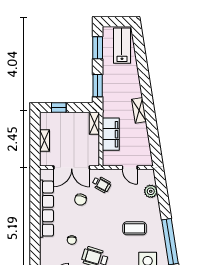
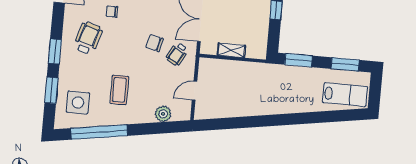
shelving: (139, 110) -> (264, 108), removed
shelving: (94, 123) -> (231, 50), moved
filing cabinet: (111, 134) -> (238, 71), removed
chair: (81, 200) -> (155, 43), moved

